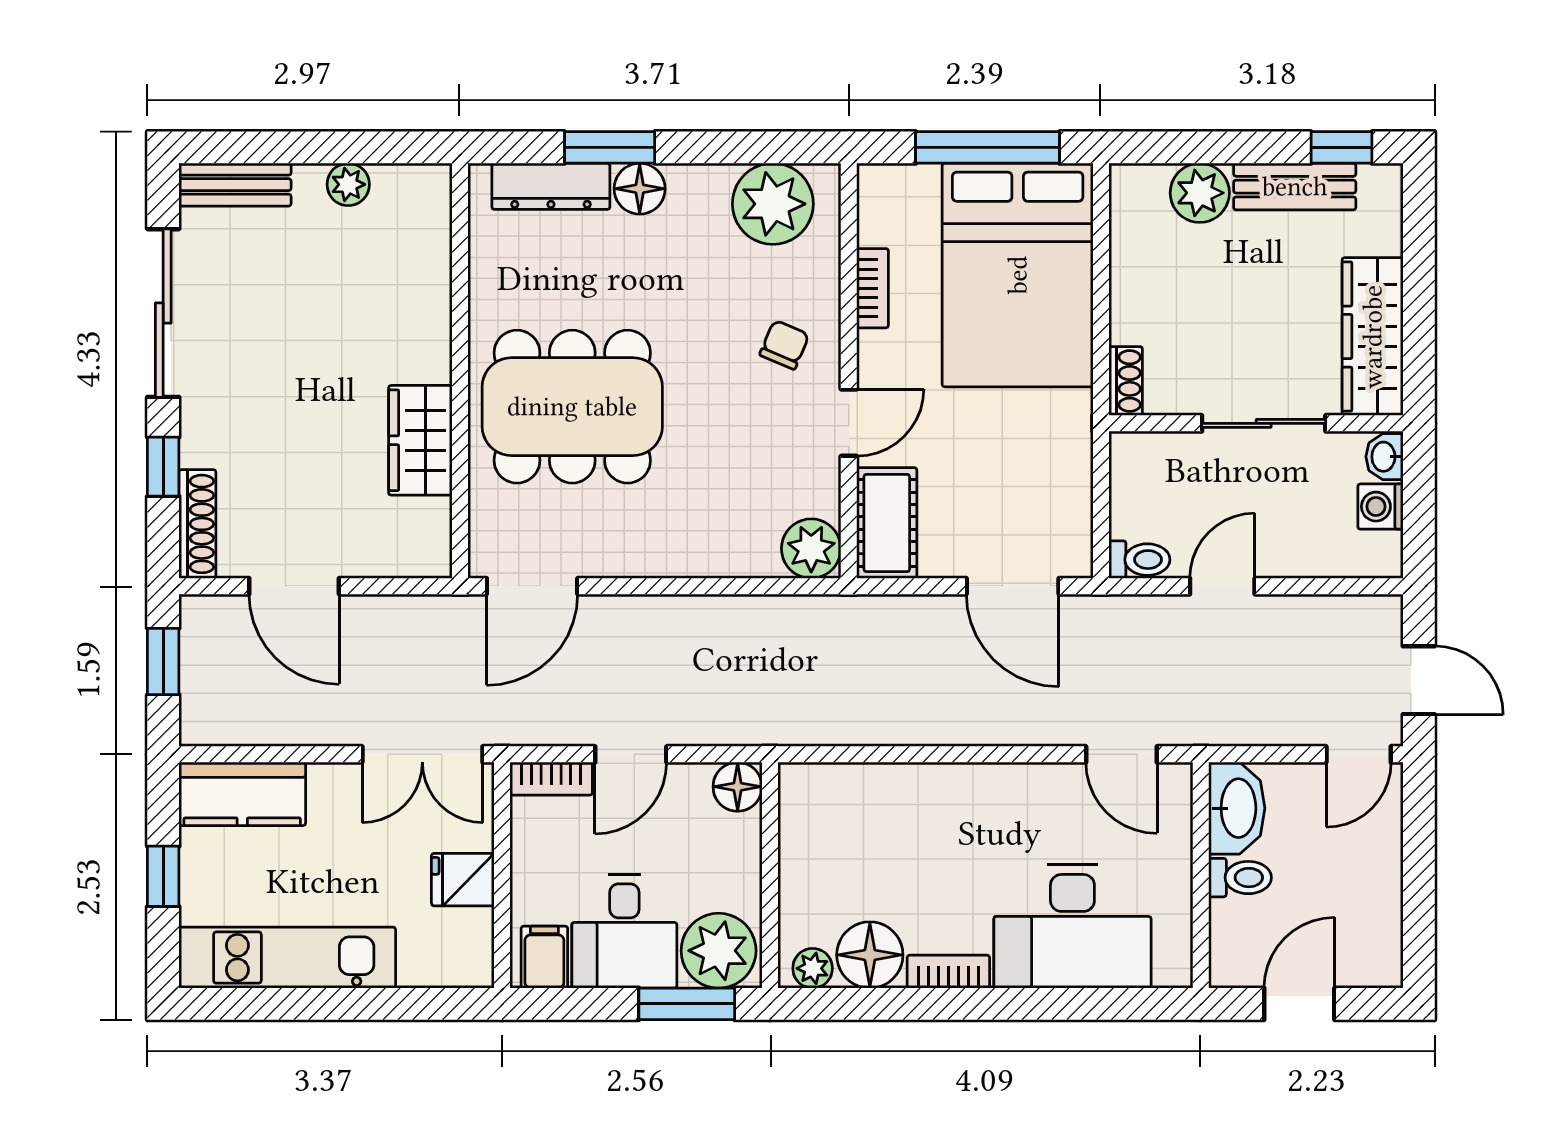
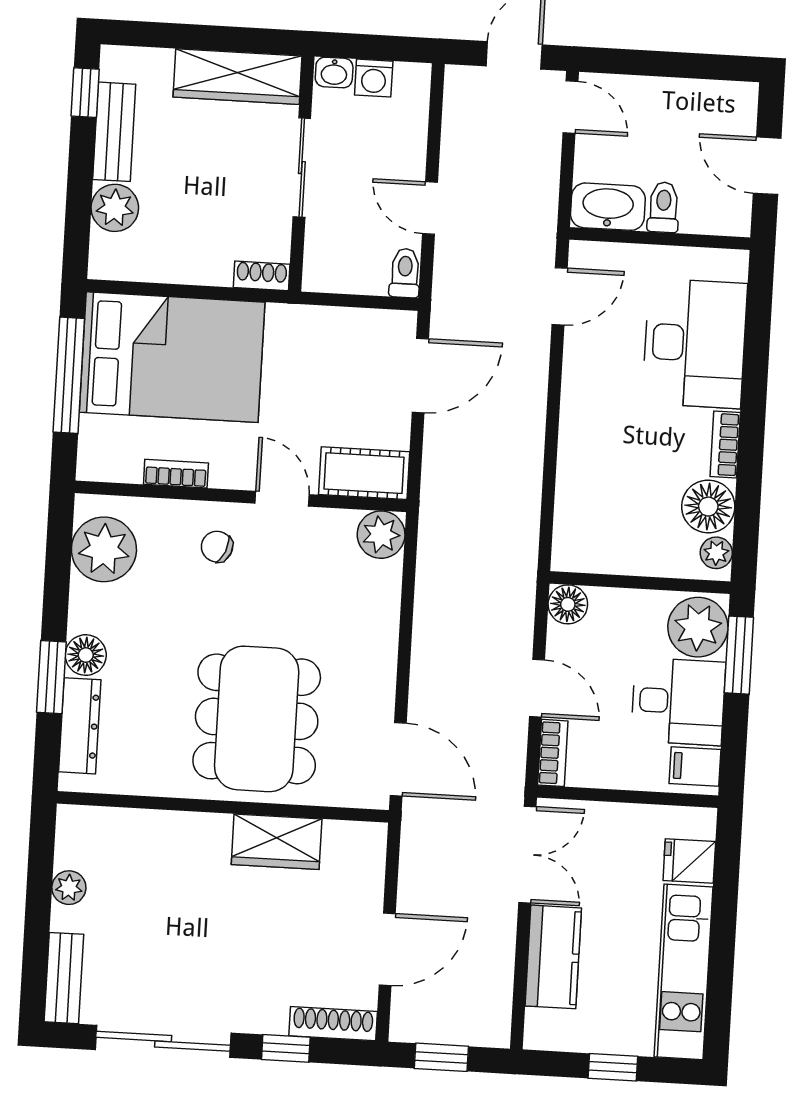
kitchen counter: (242, 794) -> (553, 957), moved
fridge: (463, 880) -> (689, 861), moved, turned 90

